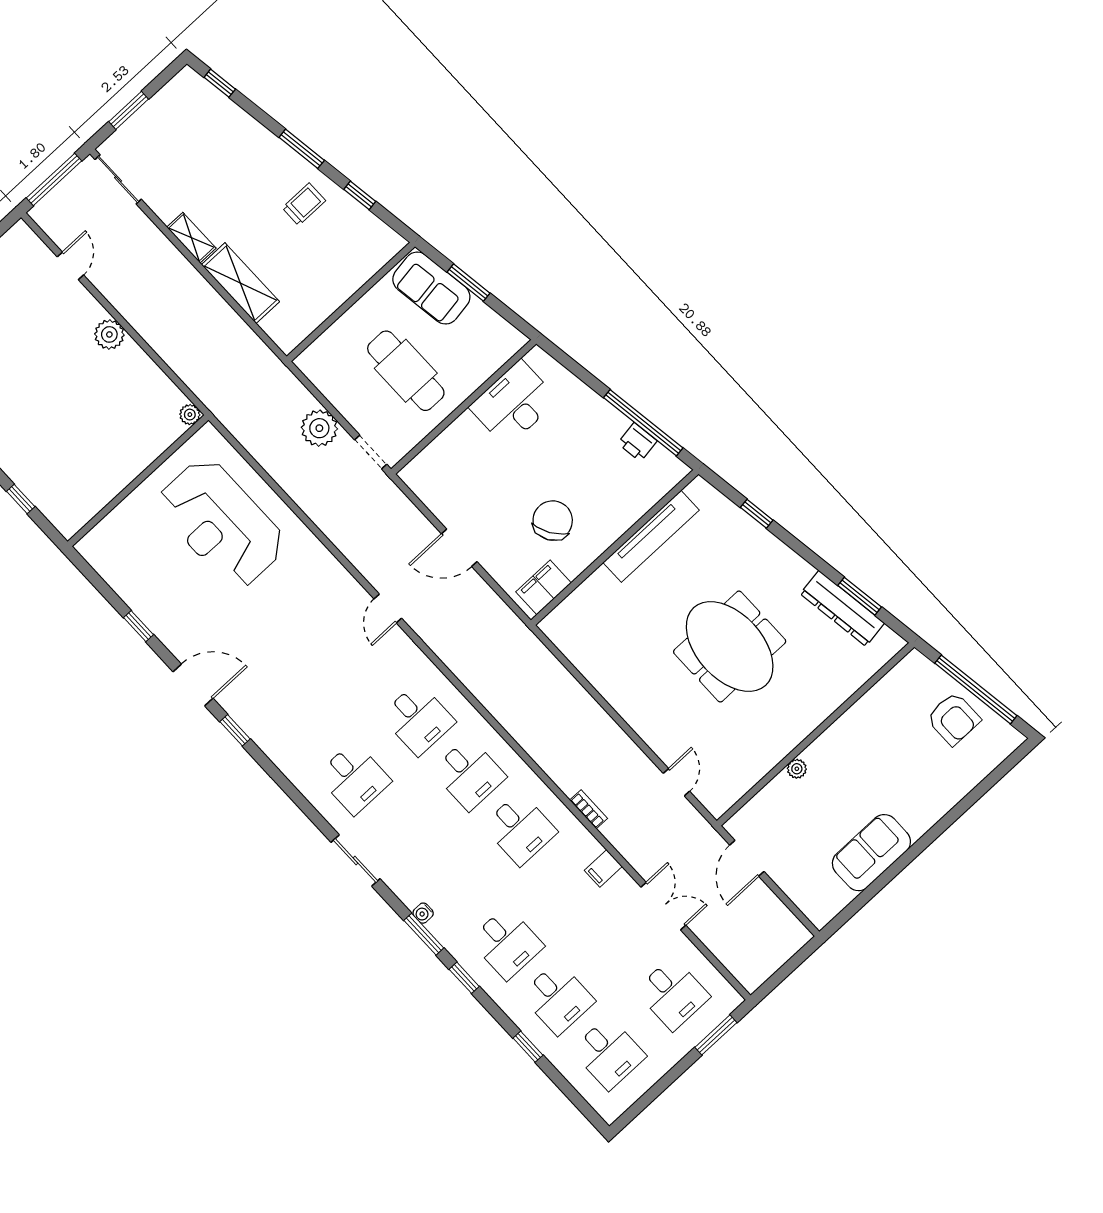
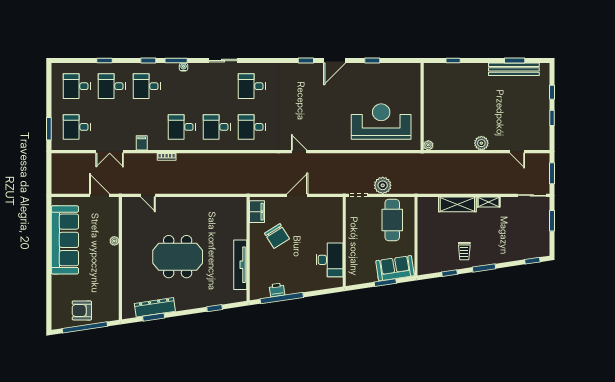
window: (54, 179) -> (552, 173), width x0.69
cafe table: (406, 371) -> (392, 220), moved, turned 90
sofa: (871, 853) -> (65, 240), width x1.85, depth x1.27

